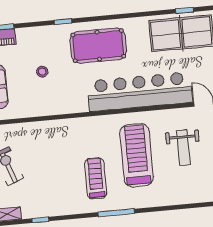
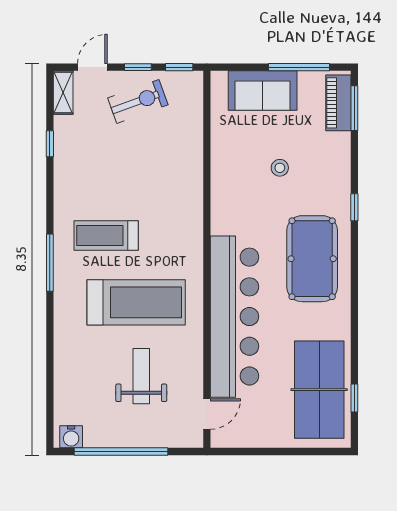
weight bench: (183, 148) -> (141, 376), turned 90
treadmill: (96, 178) -> (106, 235), turned 180

